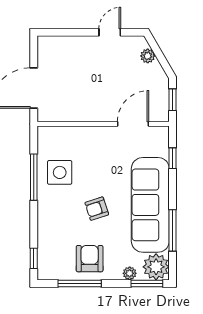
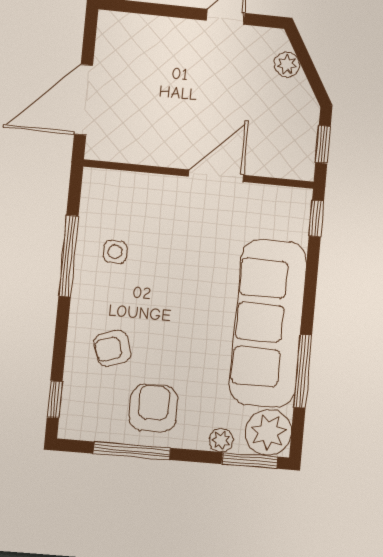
door: (133, 124) -> (216, 176), moved
window: (173, 158) -> (316, 219), moved
side table: (60, 172) -> (115, 252), width x0.54, depth x0.54
armchair: (97, 209) -> (112, 348), moved

